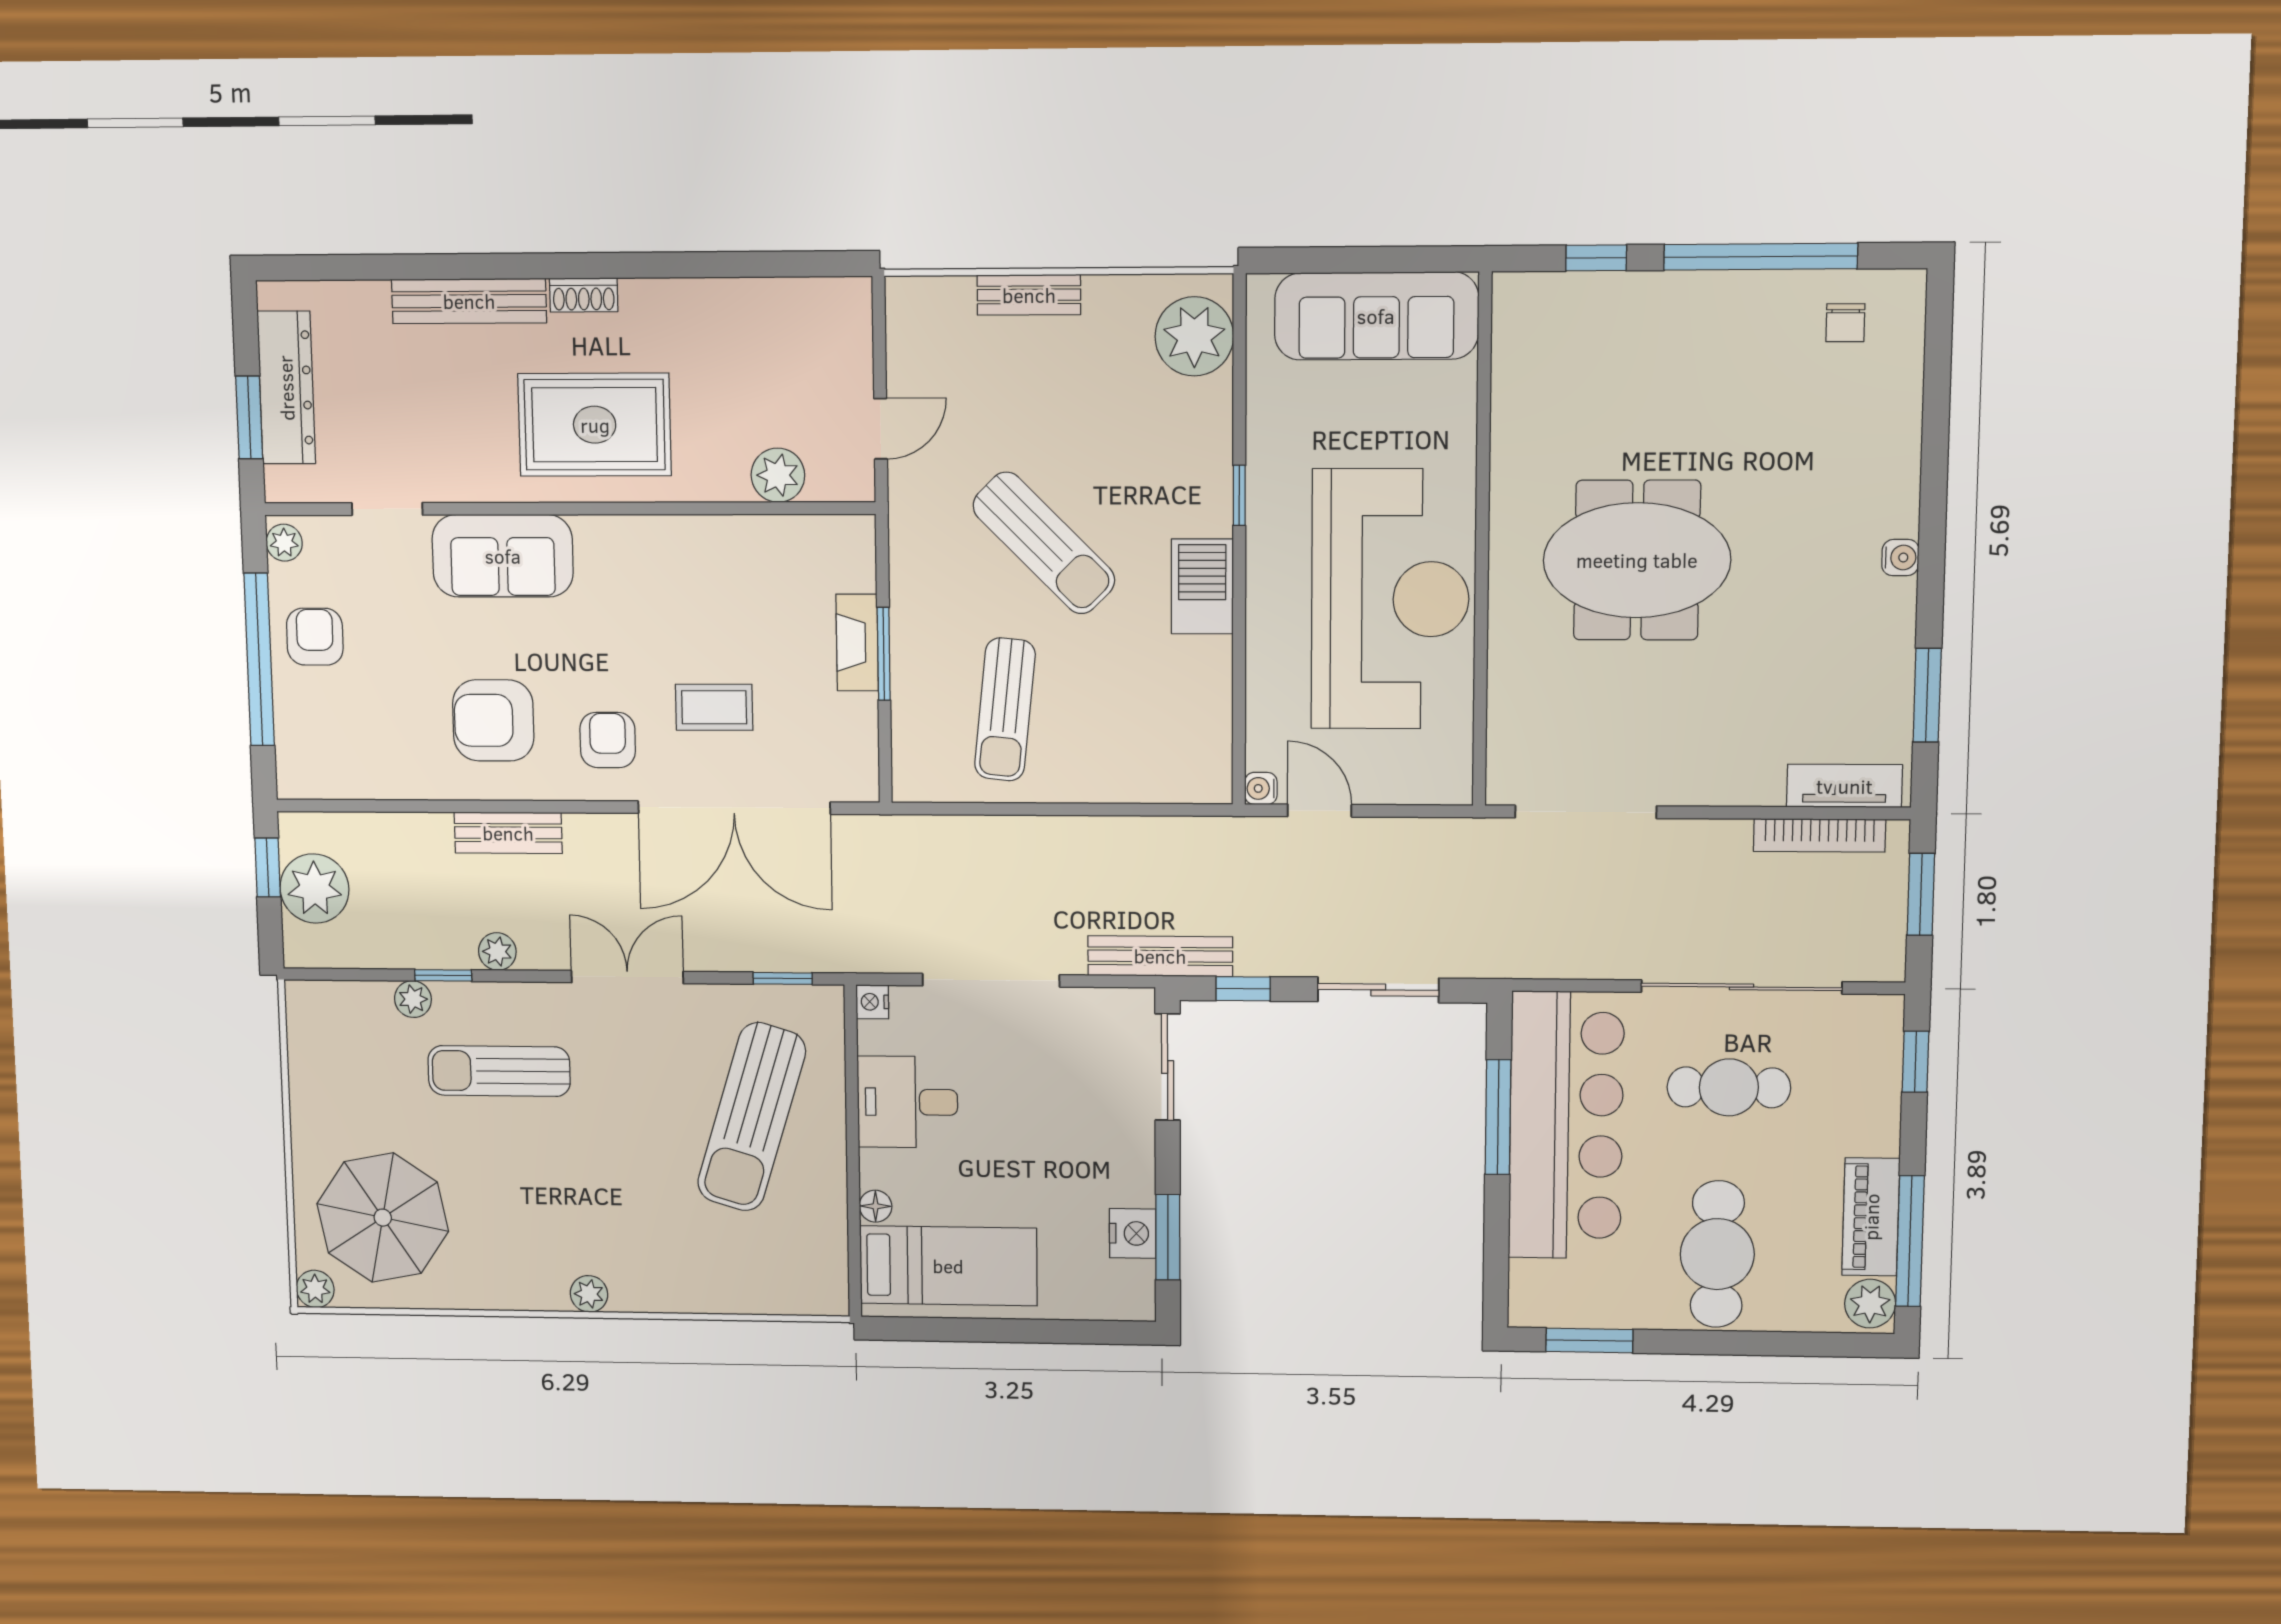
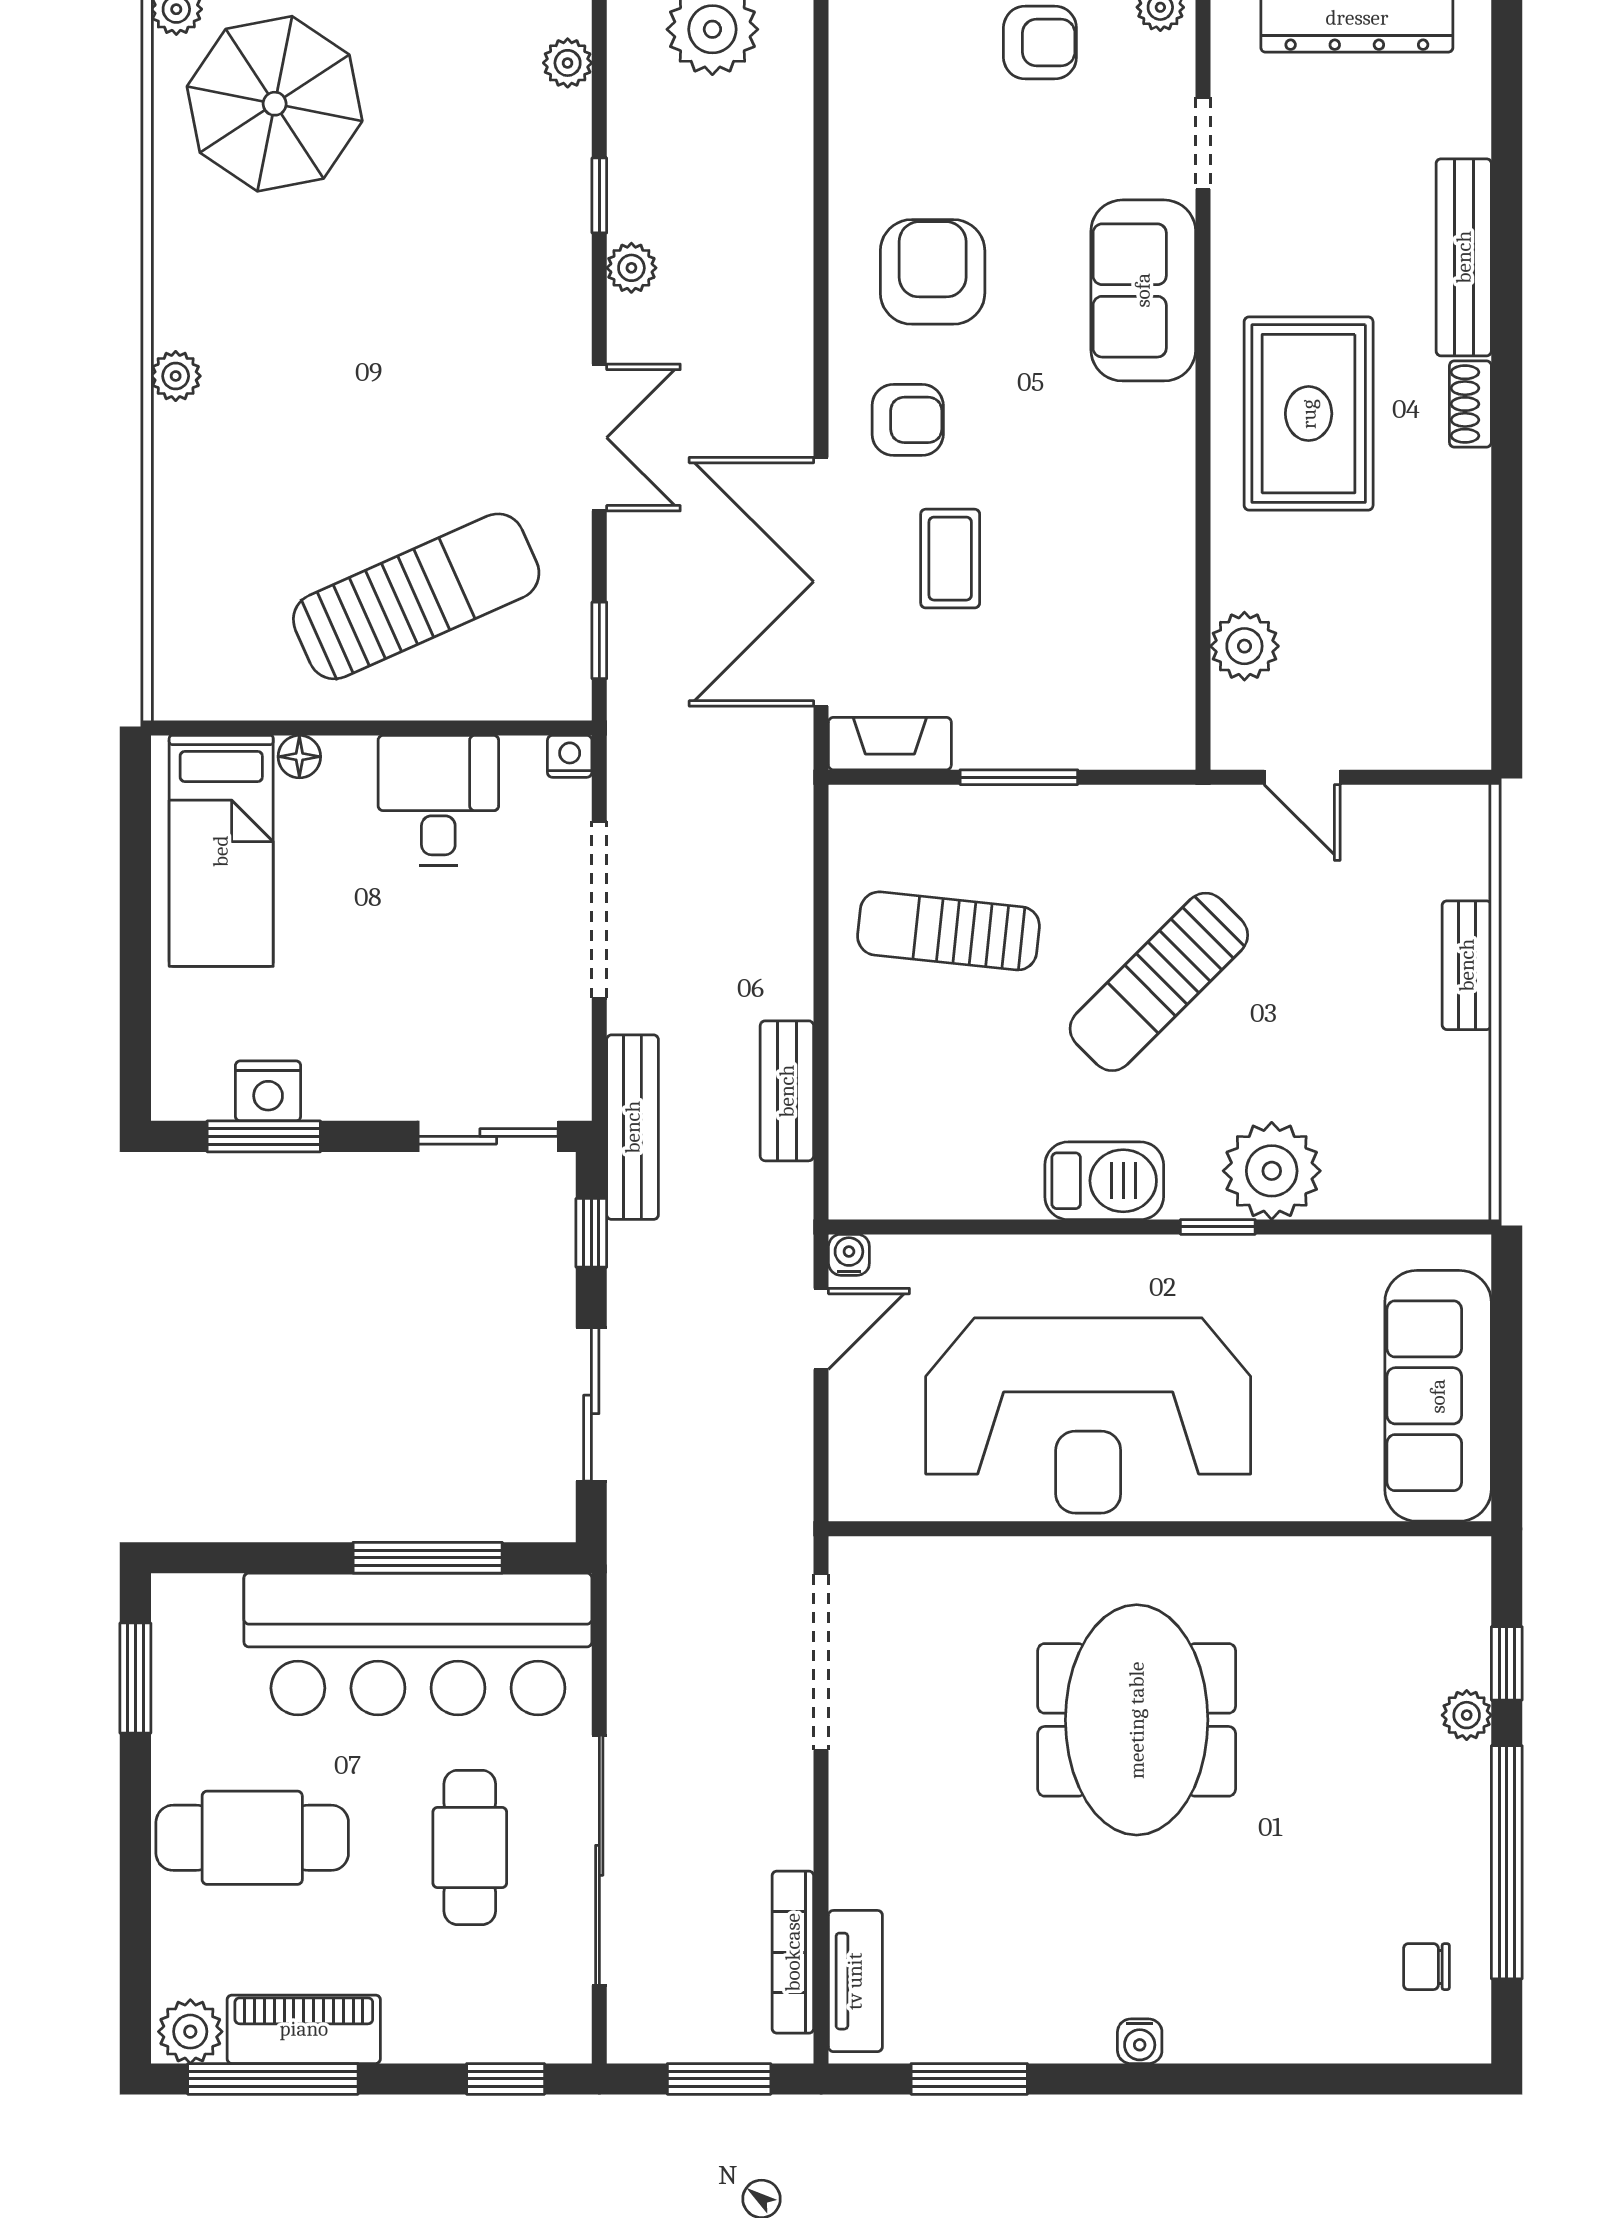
plant: (1638, 291) -> (1467, 1715), added
plant: (1194, 336) -> (1272, 1171), moved
fireplace: (857, 643) -> (890, 744), moved
bench: (508, 833) -> (787, 1091), moved
plant: (413, 999) -> (568, 63), moved
sun lounger: (499, 1071) -> (473, 265), removed
sun lounger: (752, 1117) -> (416, 596), turned 139

